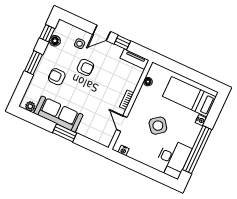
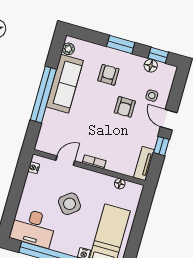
window: (65, 133) -> (43, 95), width x2.11

